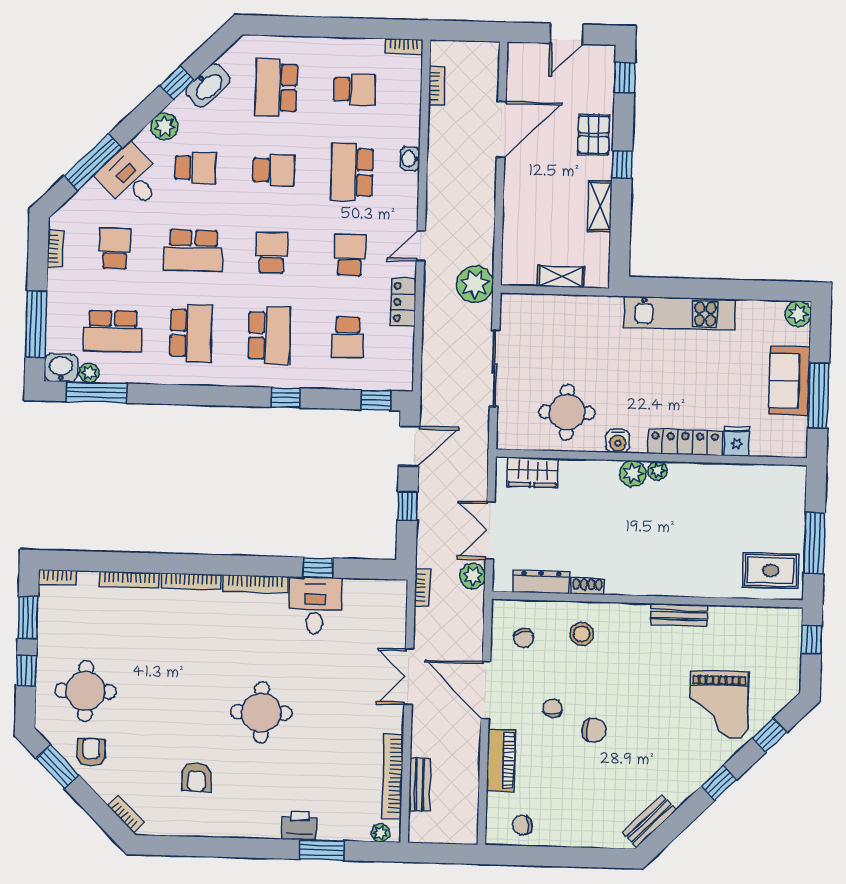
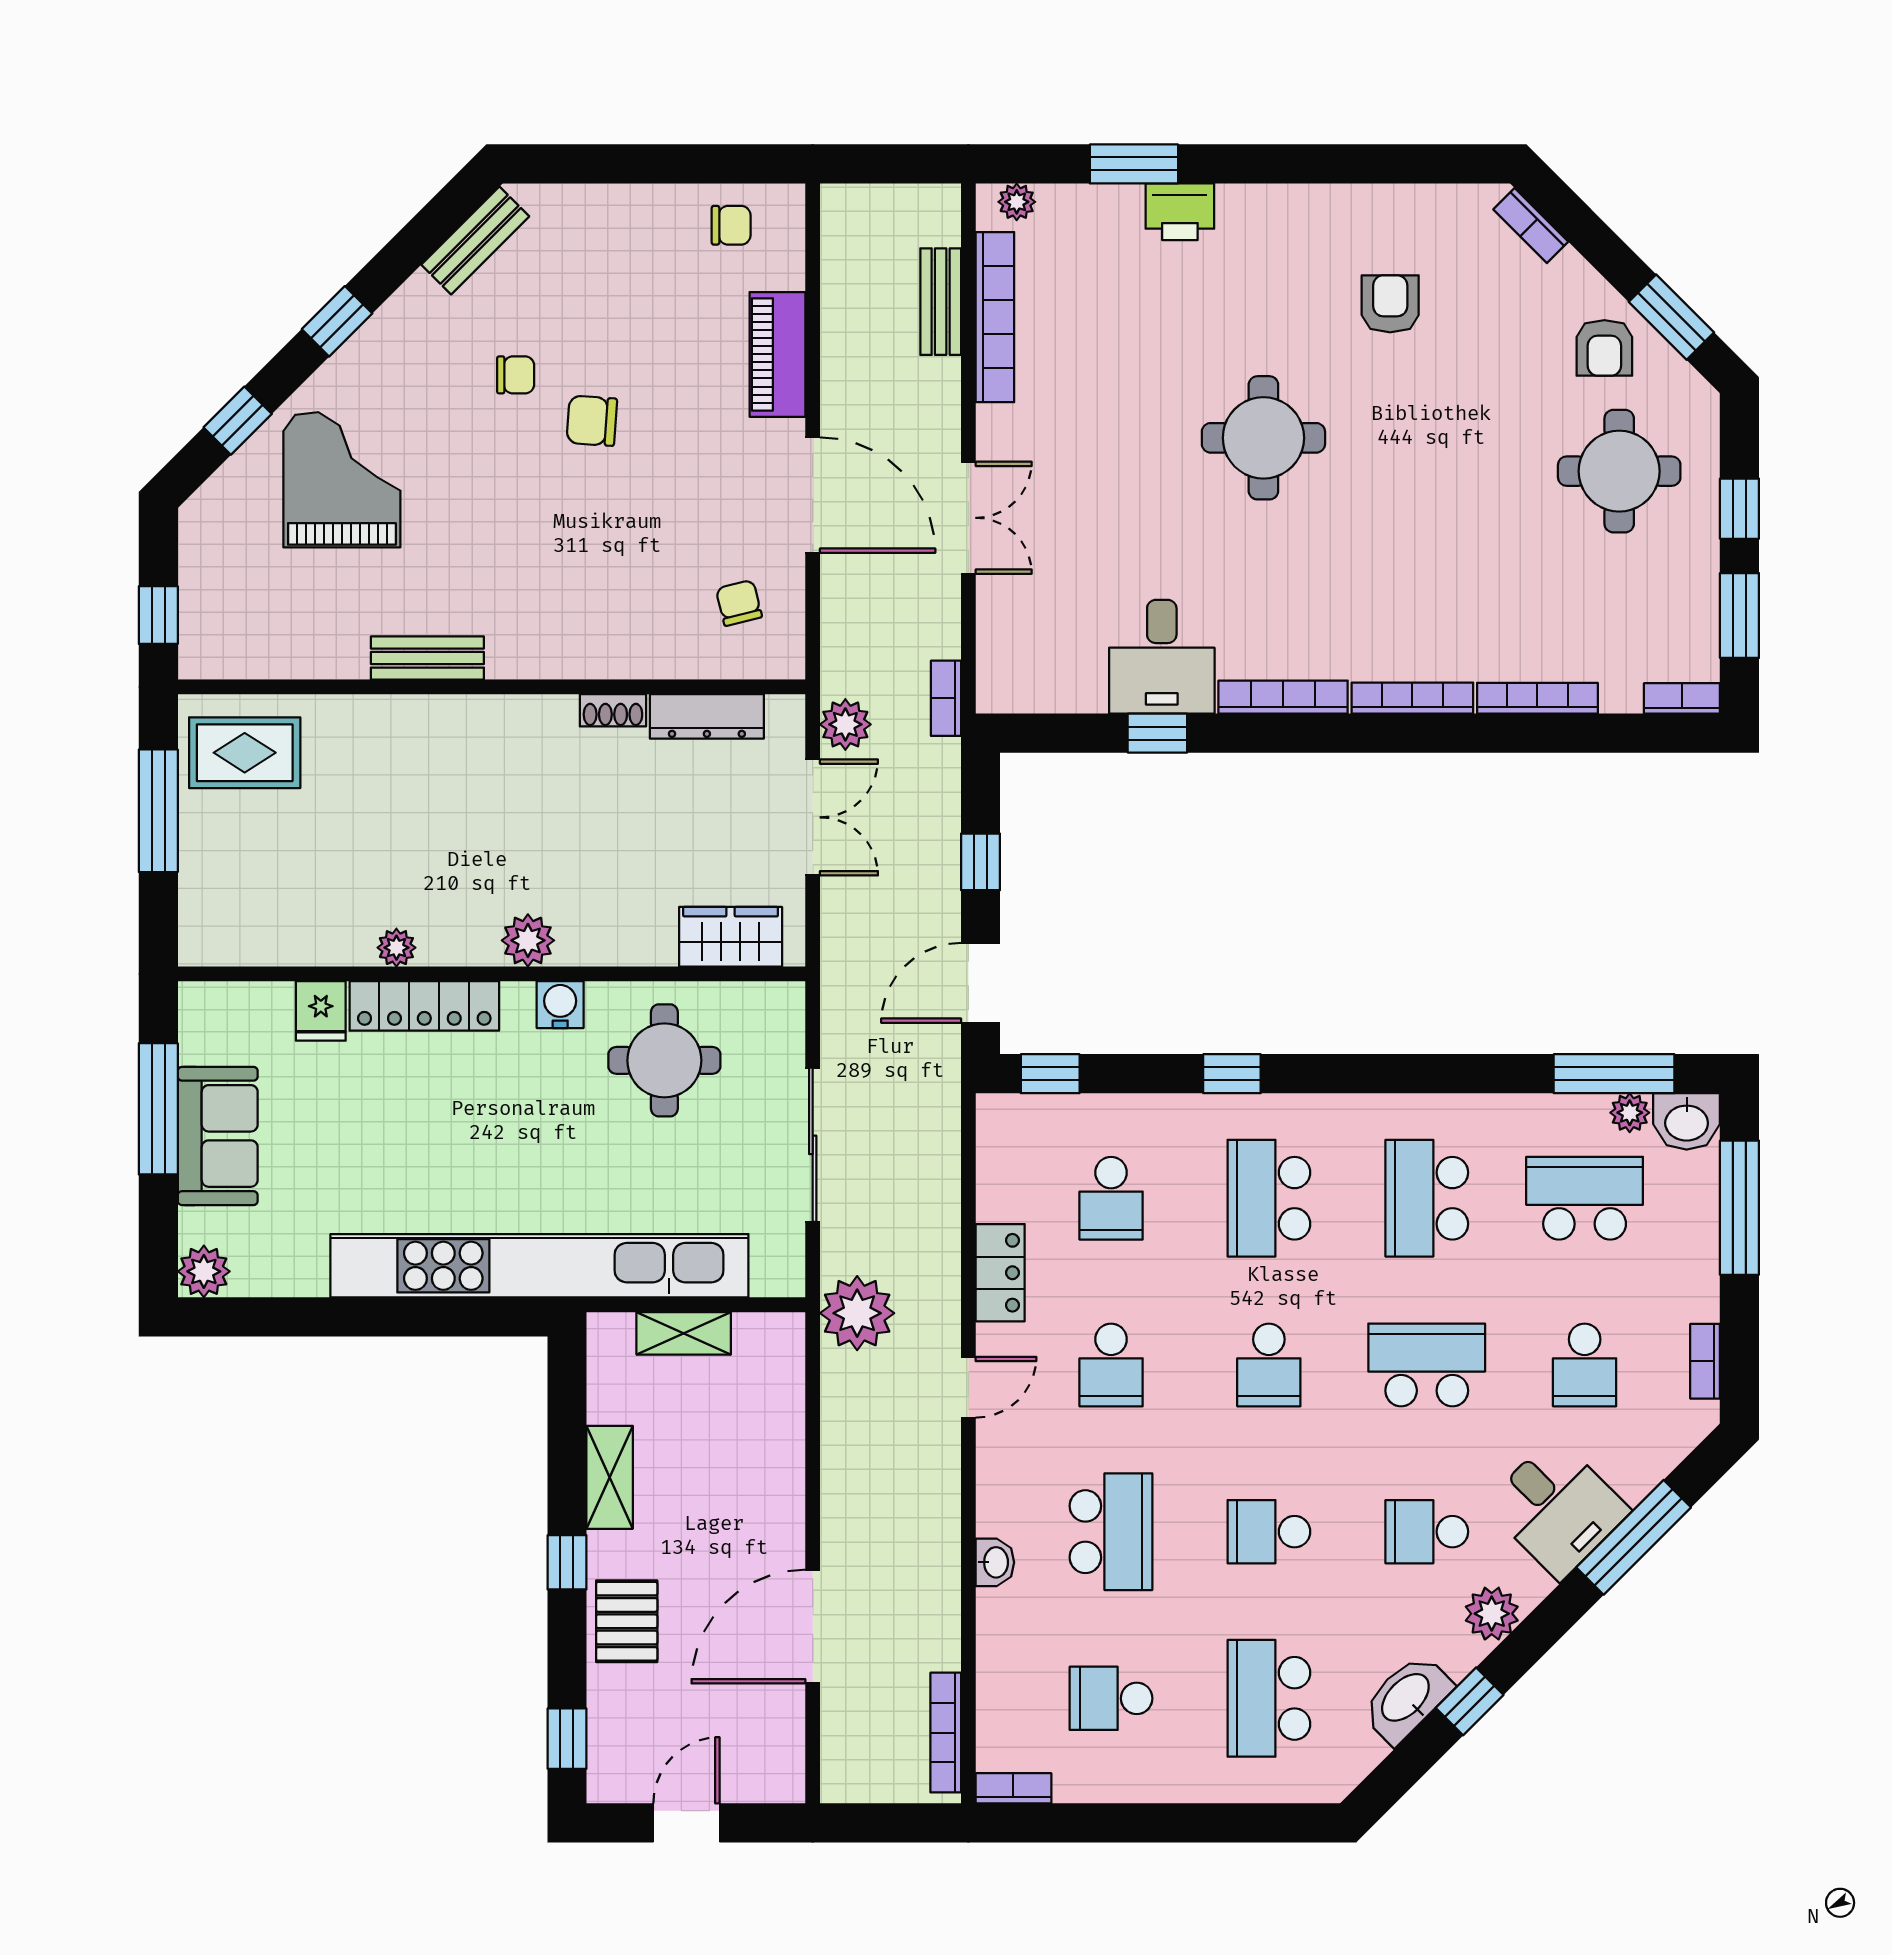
bookcase: (436, 86) -> (946, 1733), width x1.56
school desk: (276, 87) -> (1269, 1698), turned 180
kitchen unit: (680, 313) -> (539, 1266), width x1.86
school desk: (347, 338) -> (1111, 1198), turned 180
plant: (657, 471) -> (396, 948), moved
stool: (582, 634) -> (622, 614), removed
chair: (552, 708) -> (516, 375), moved, turned -90

